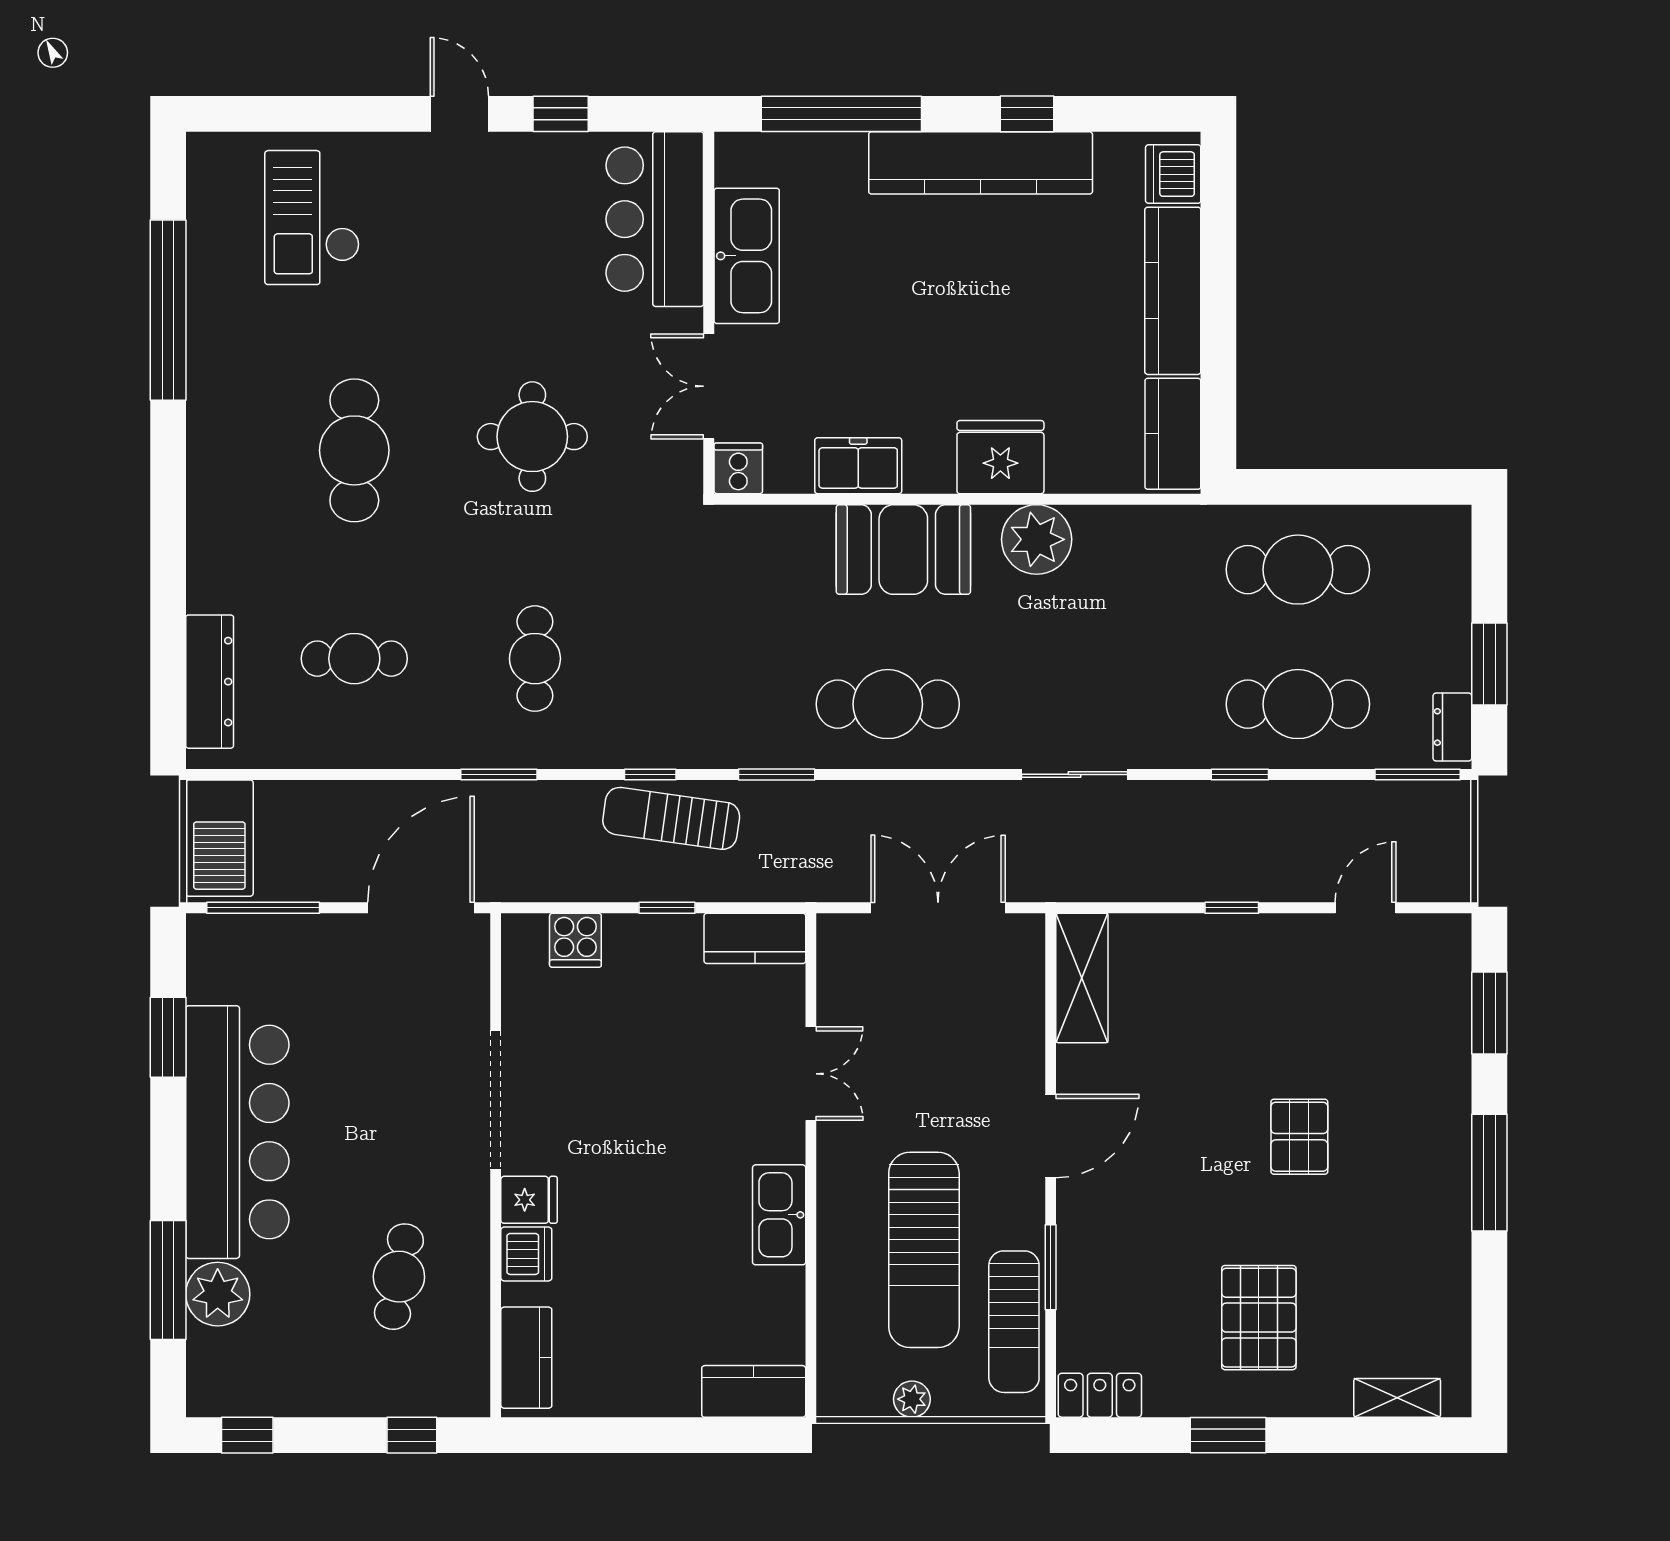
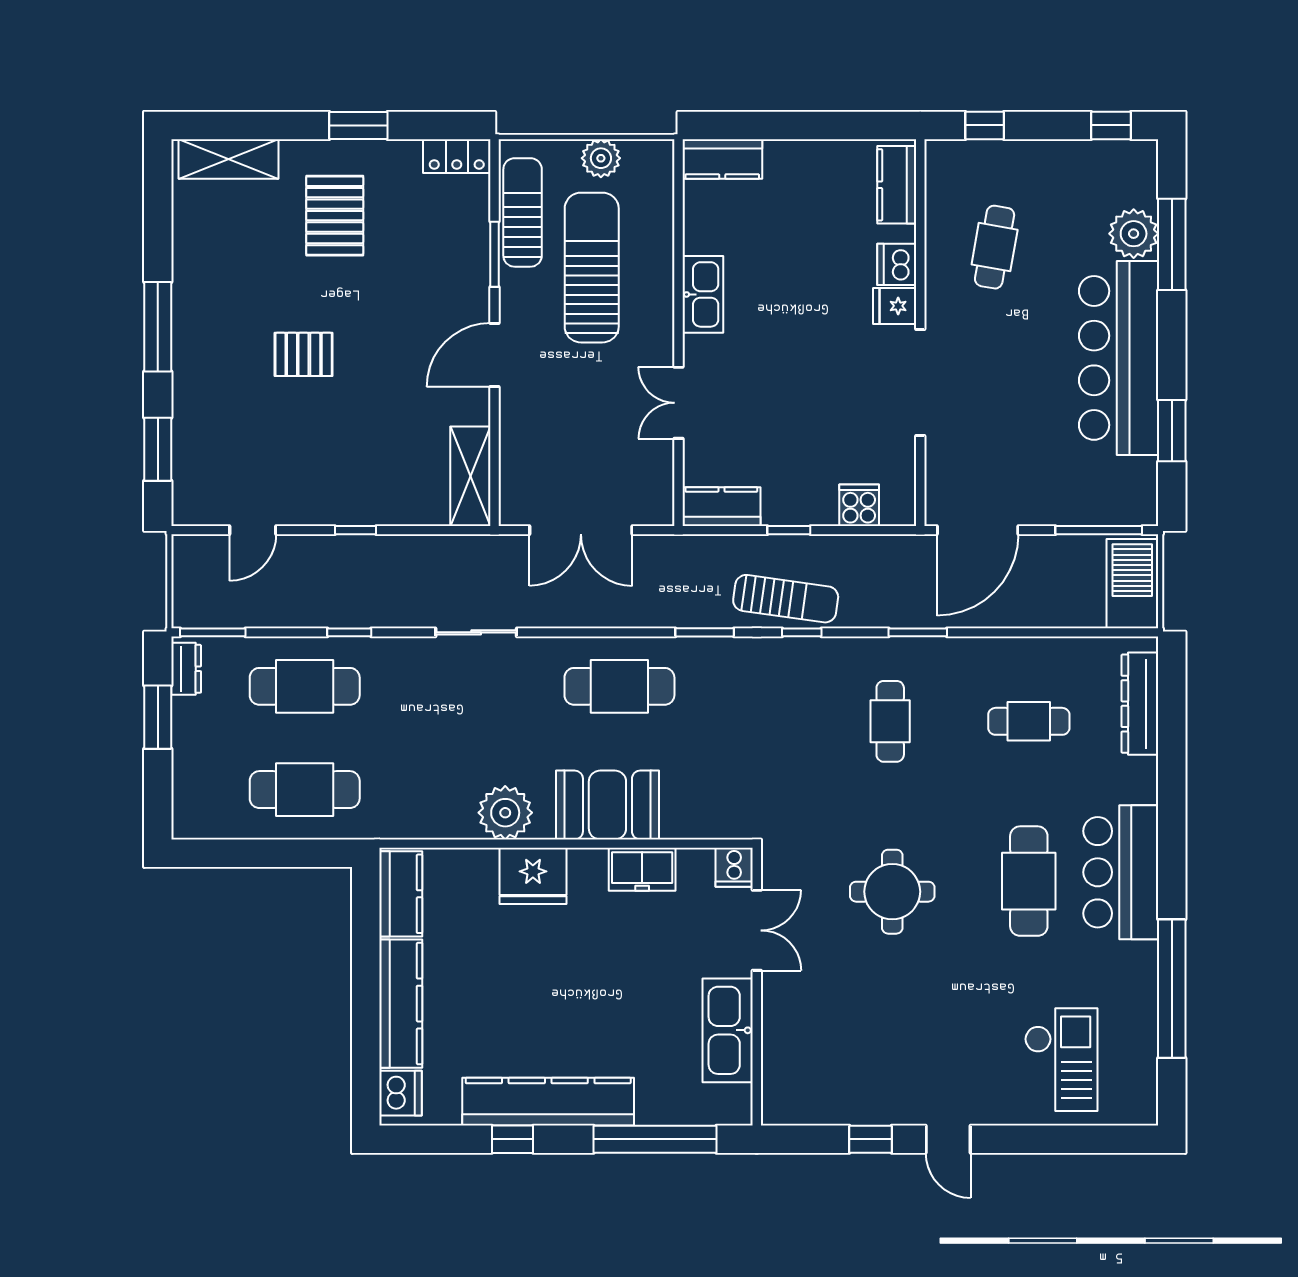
bar counter: (655, 219) -> (1121, 872), moved, turned 180
pallet: (1299, 1137) -> (304, 354), turned 90
shelving: (1397, 1398) -> (229, 159), width x1.50, depth x1.33
plant: (912, 1399) -> (601, 158), width x1.38, depth x1.38

